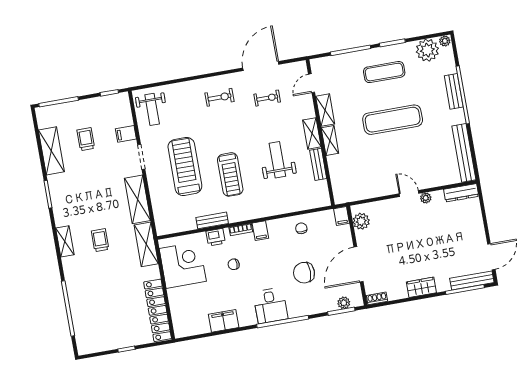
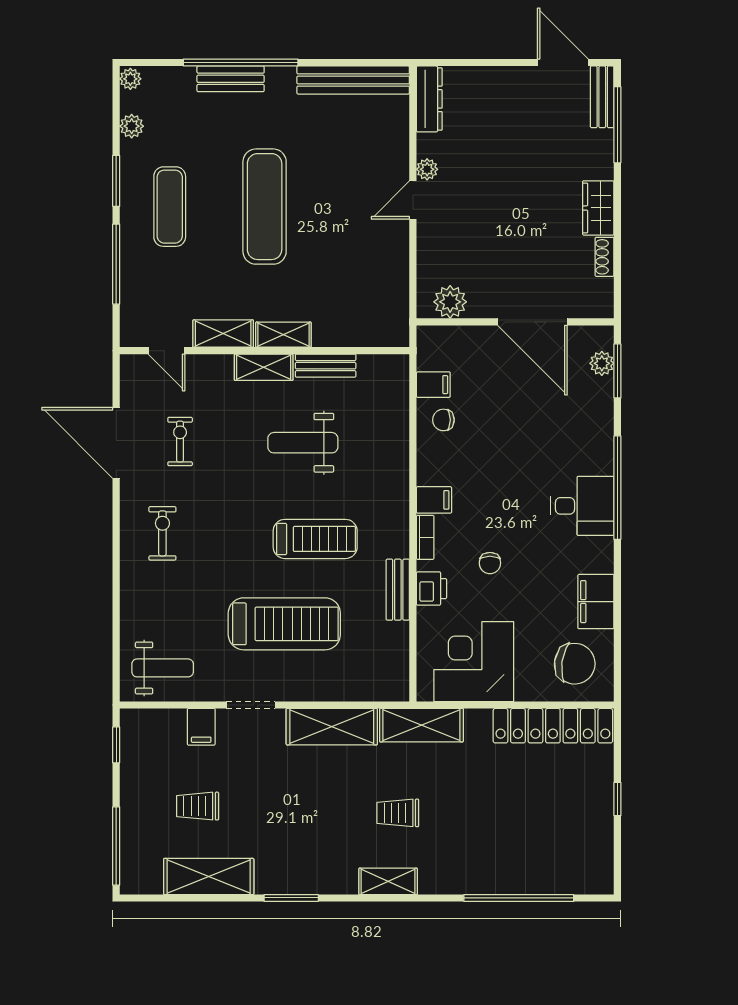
plant: (427, 50) -> (132, 126), width x0.53, depth x0.53
treadmill: (185, 167) -> (284, 624), turned 180
filing cabinet: (342, 216) -> (433, 385), moved
chair: (304, 273) -> (575, 664), moved, turned -82
bench: (472, 280) -> (602, 97), width x0.73
shoe rack: (377, 298) -> (605, 257), moved

